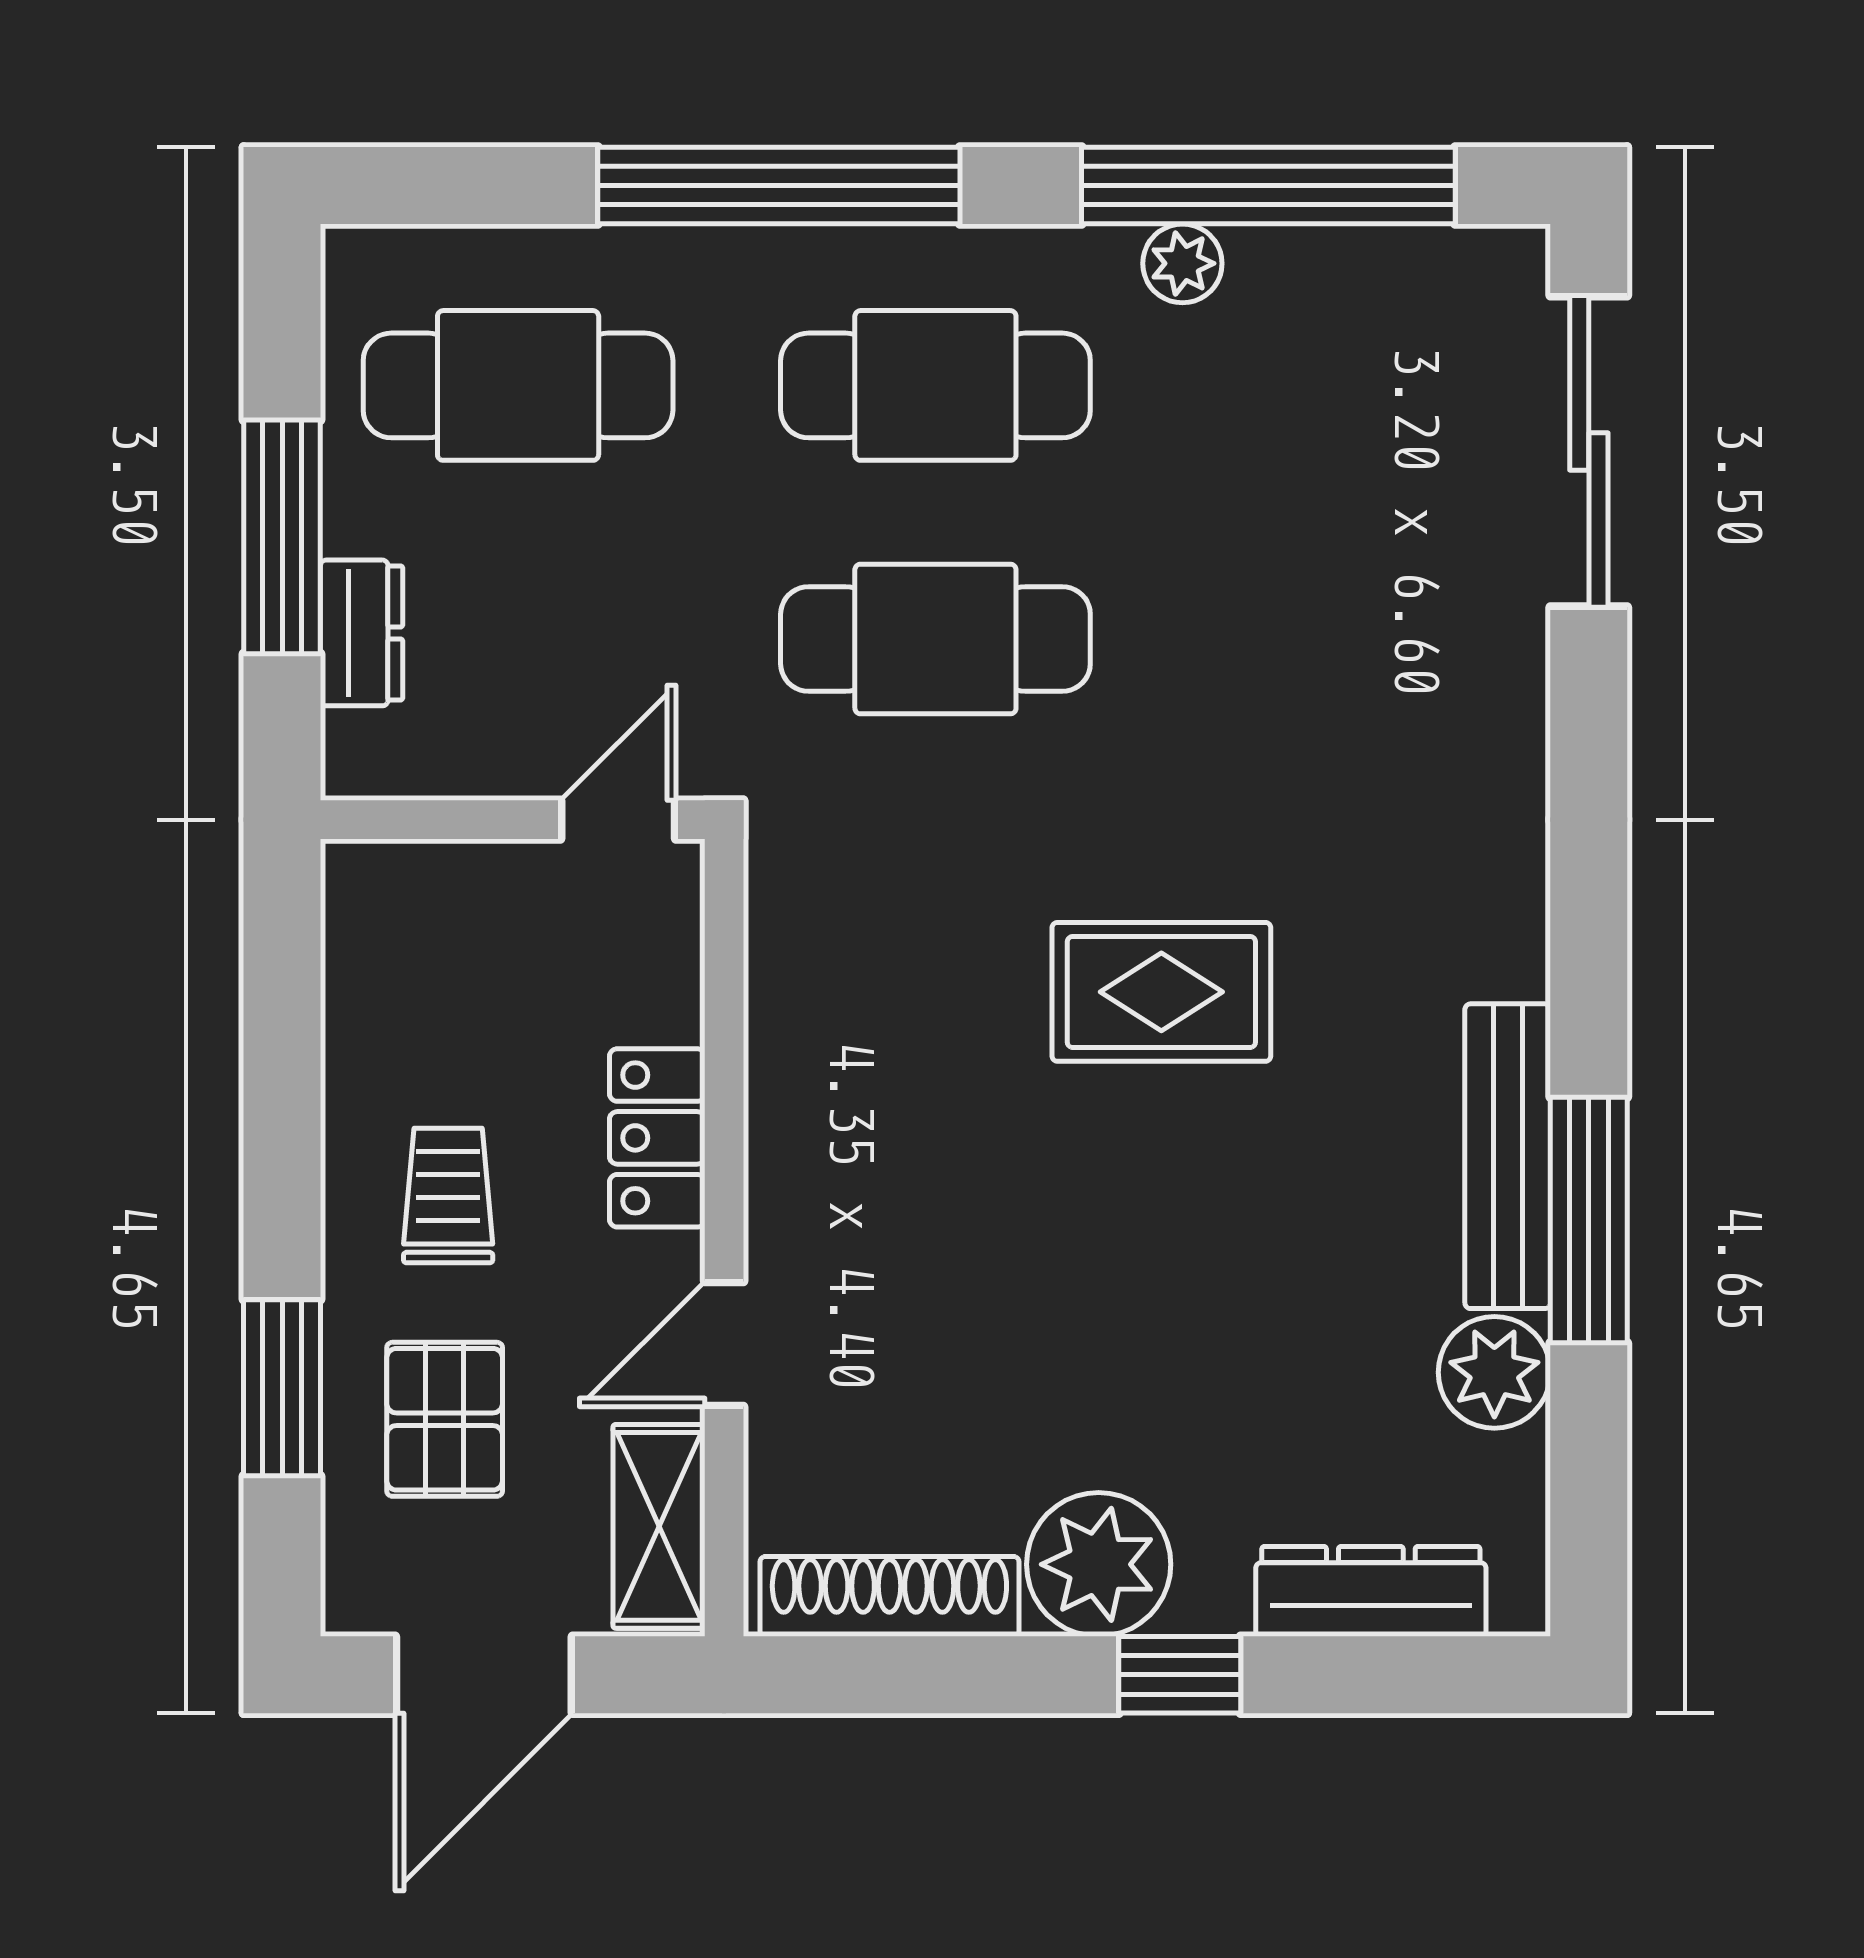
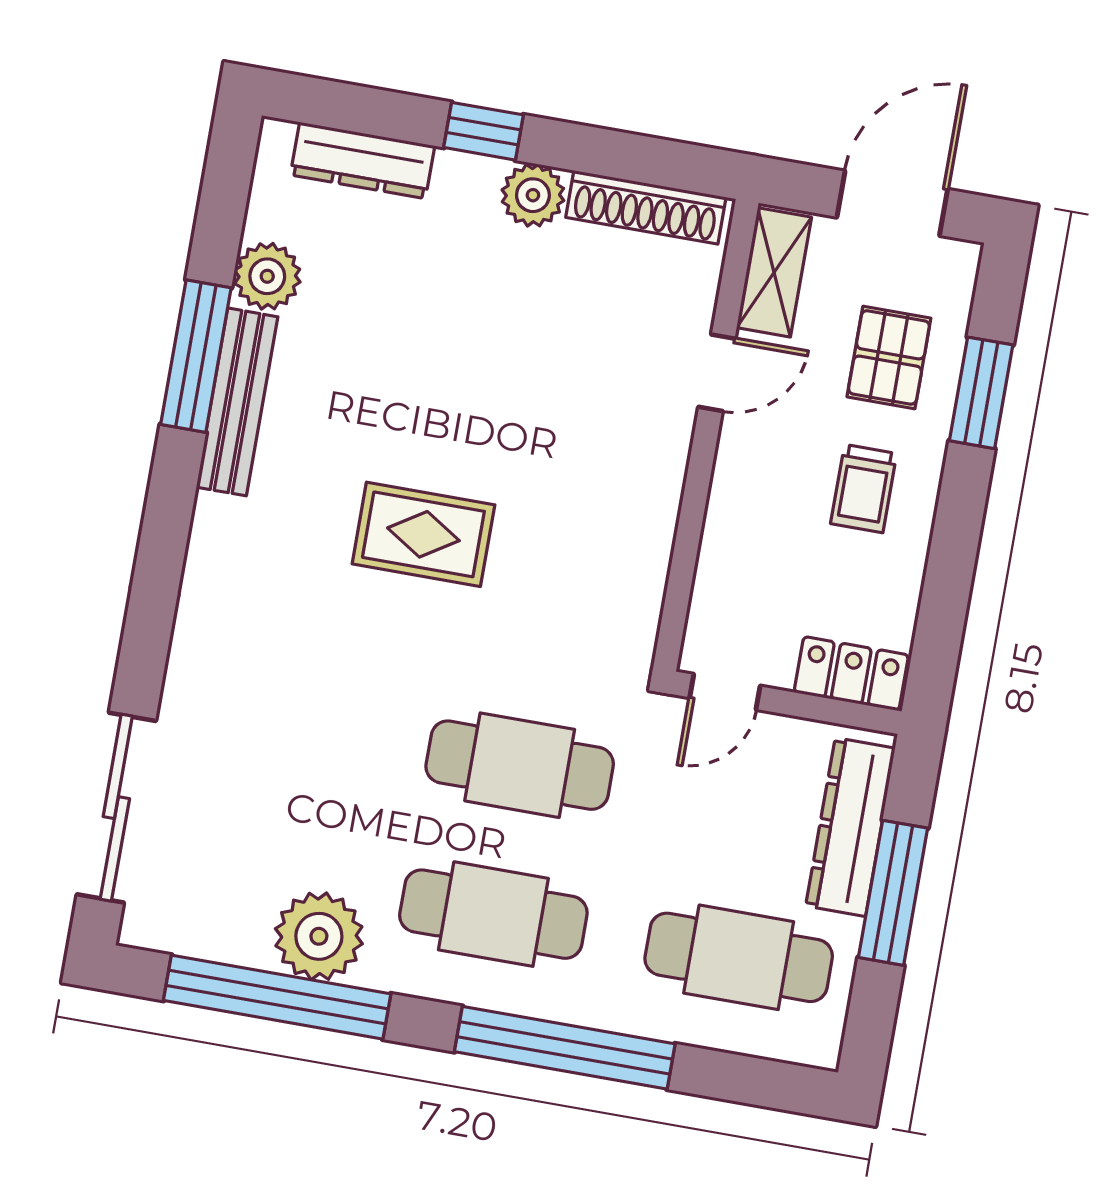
plant: (1182, 263) -> (319, 936), width x1.88, depth x1.88
dresser: (362, 633) -> (850, 827), width x1.96, depth x1.24
locker: (657, 1138) -> (851, 674), moved, turned -90
plant: (1099, 1564) -> (533, 195), width x0.73, depth x0.73

